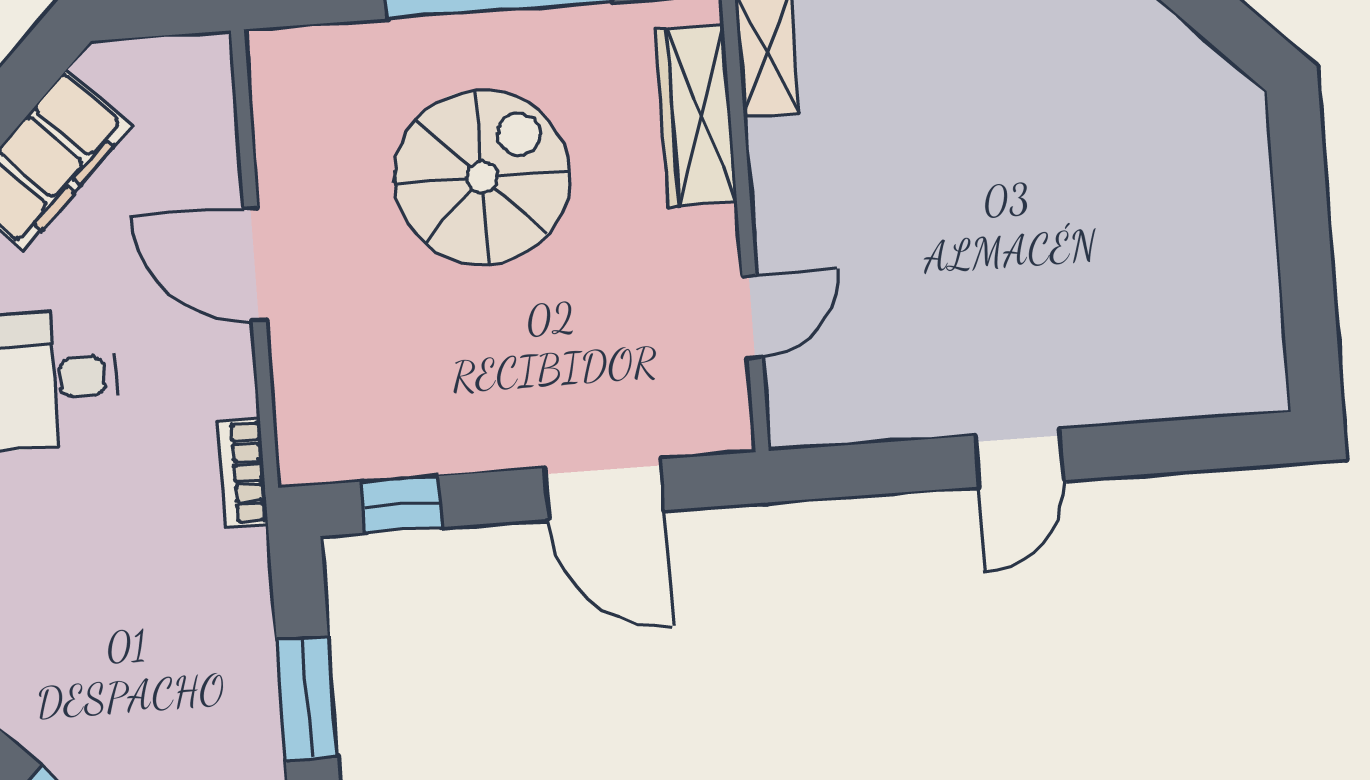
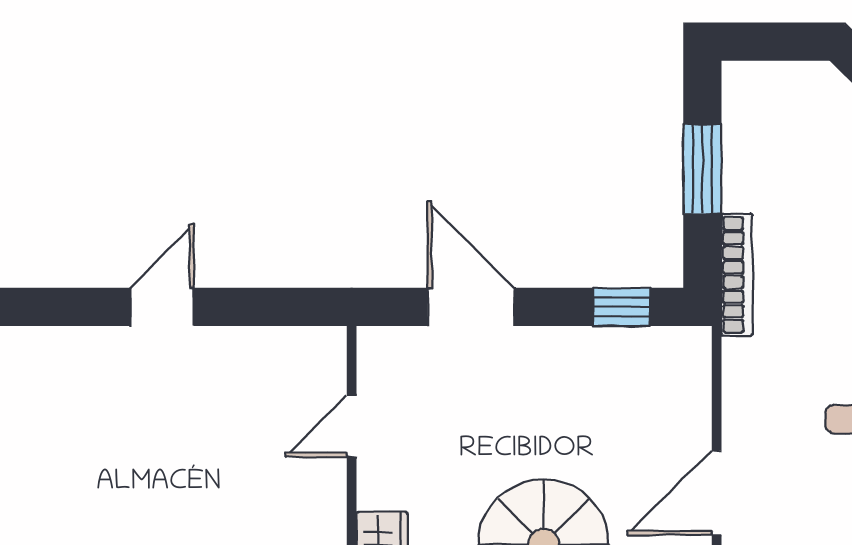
door: (255, 264) -> (717, 493), swing flipped
bookcase: (243, 473) -> (737, 275), moved, width x1.56

